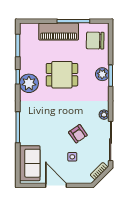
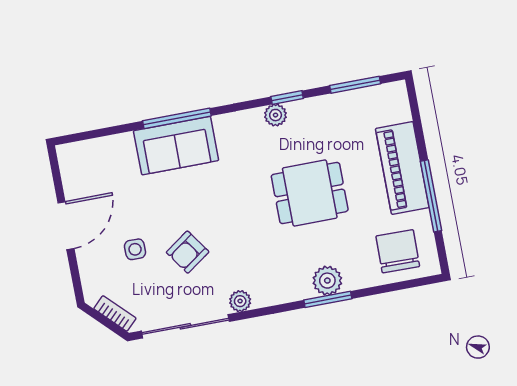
dining table: (62, 75) -> (310, 193), turned 90
plant: (29, 83) -> (276, 115), width x0.53, depth x0.53
sofa: (30, 163) -> (176, 146), moved

